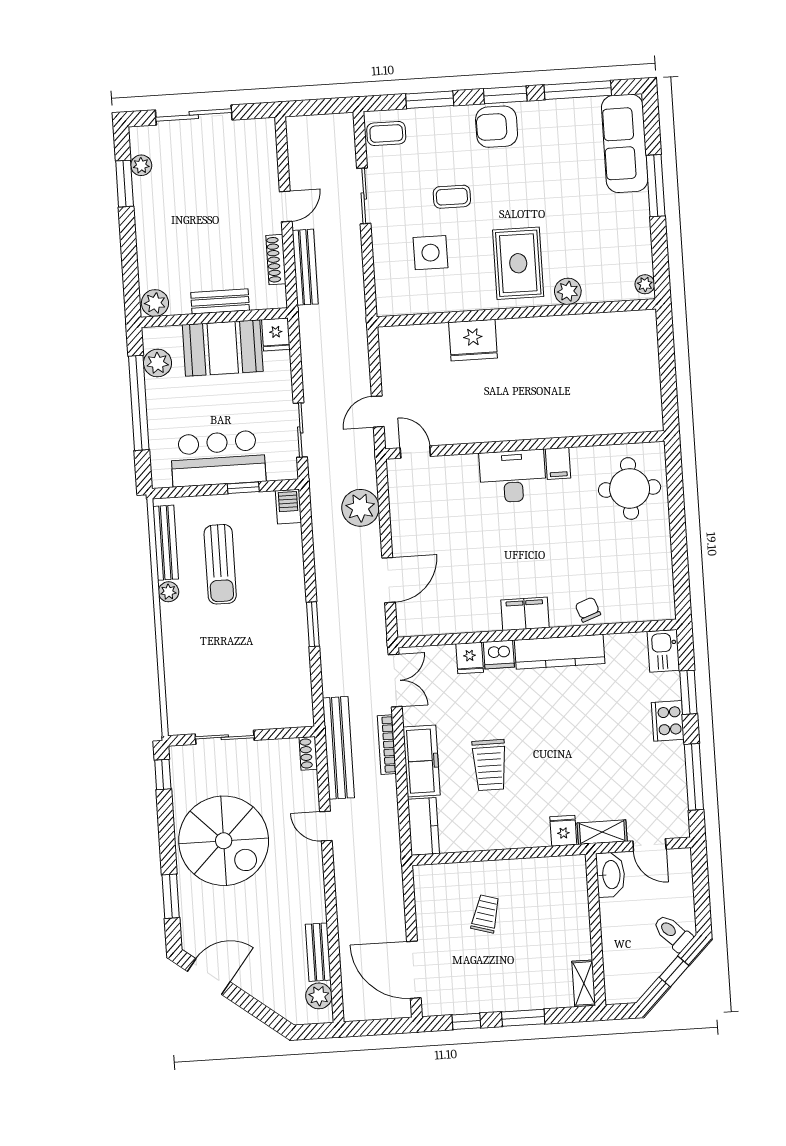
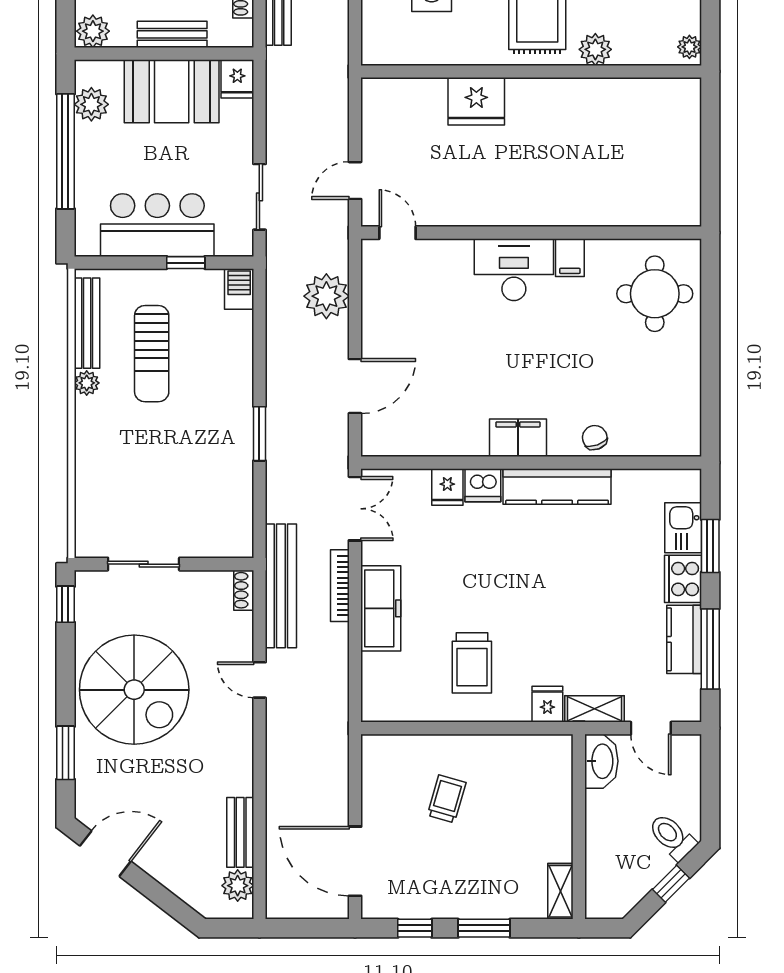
kitchen sink: (663, 651) -> (683, 528), moved
trolley: (489, 765) -> (472, 663), moved
kitchen counter: (424, 826) -> (684, 639), moved, turned 180

